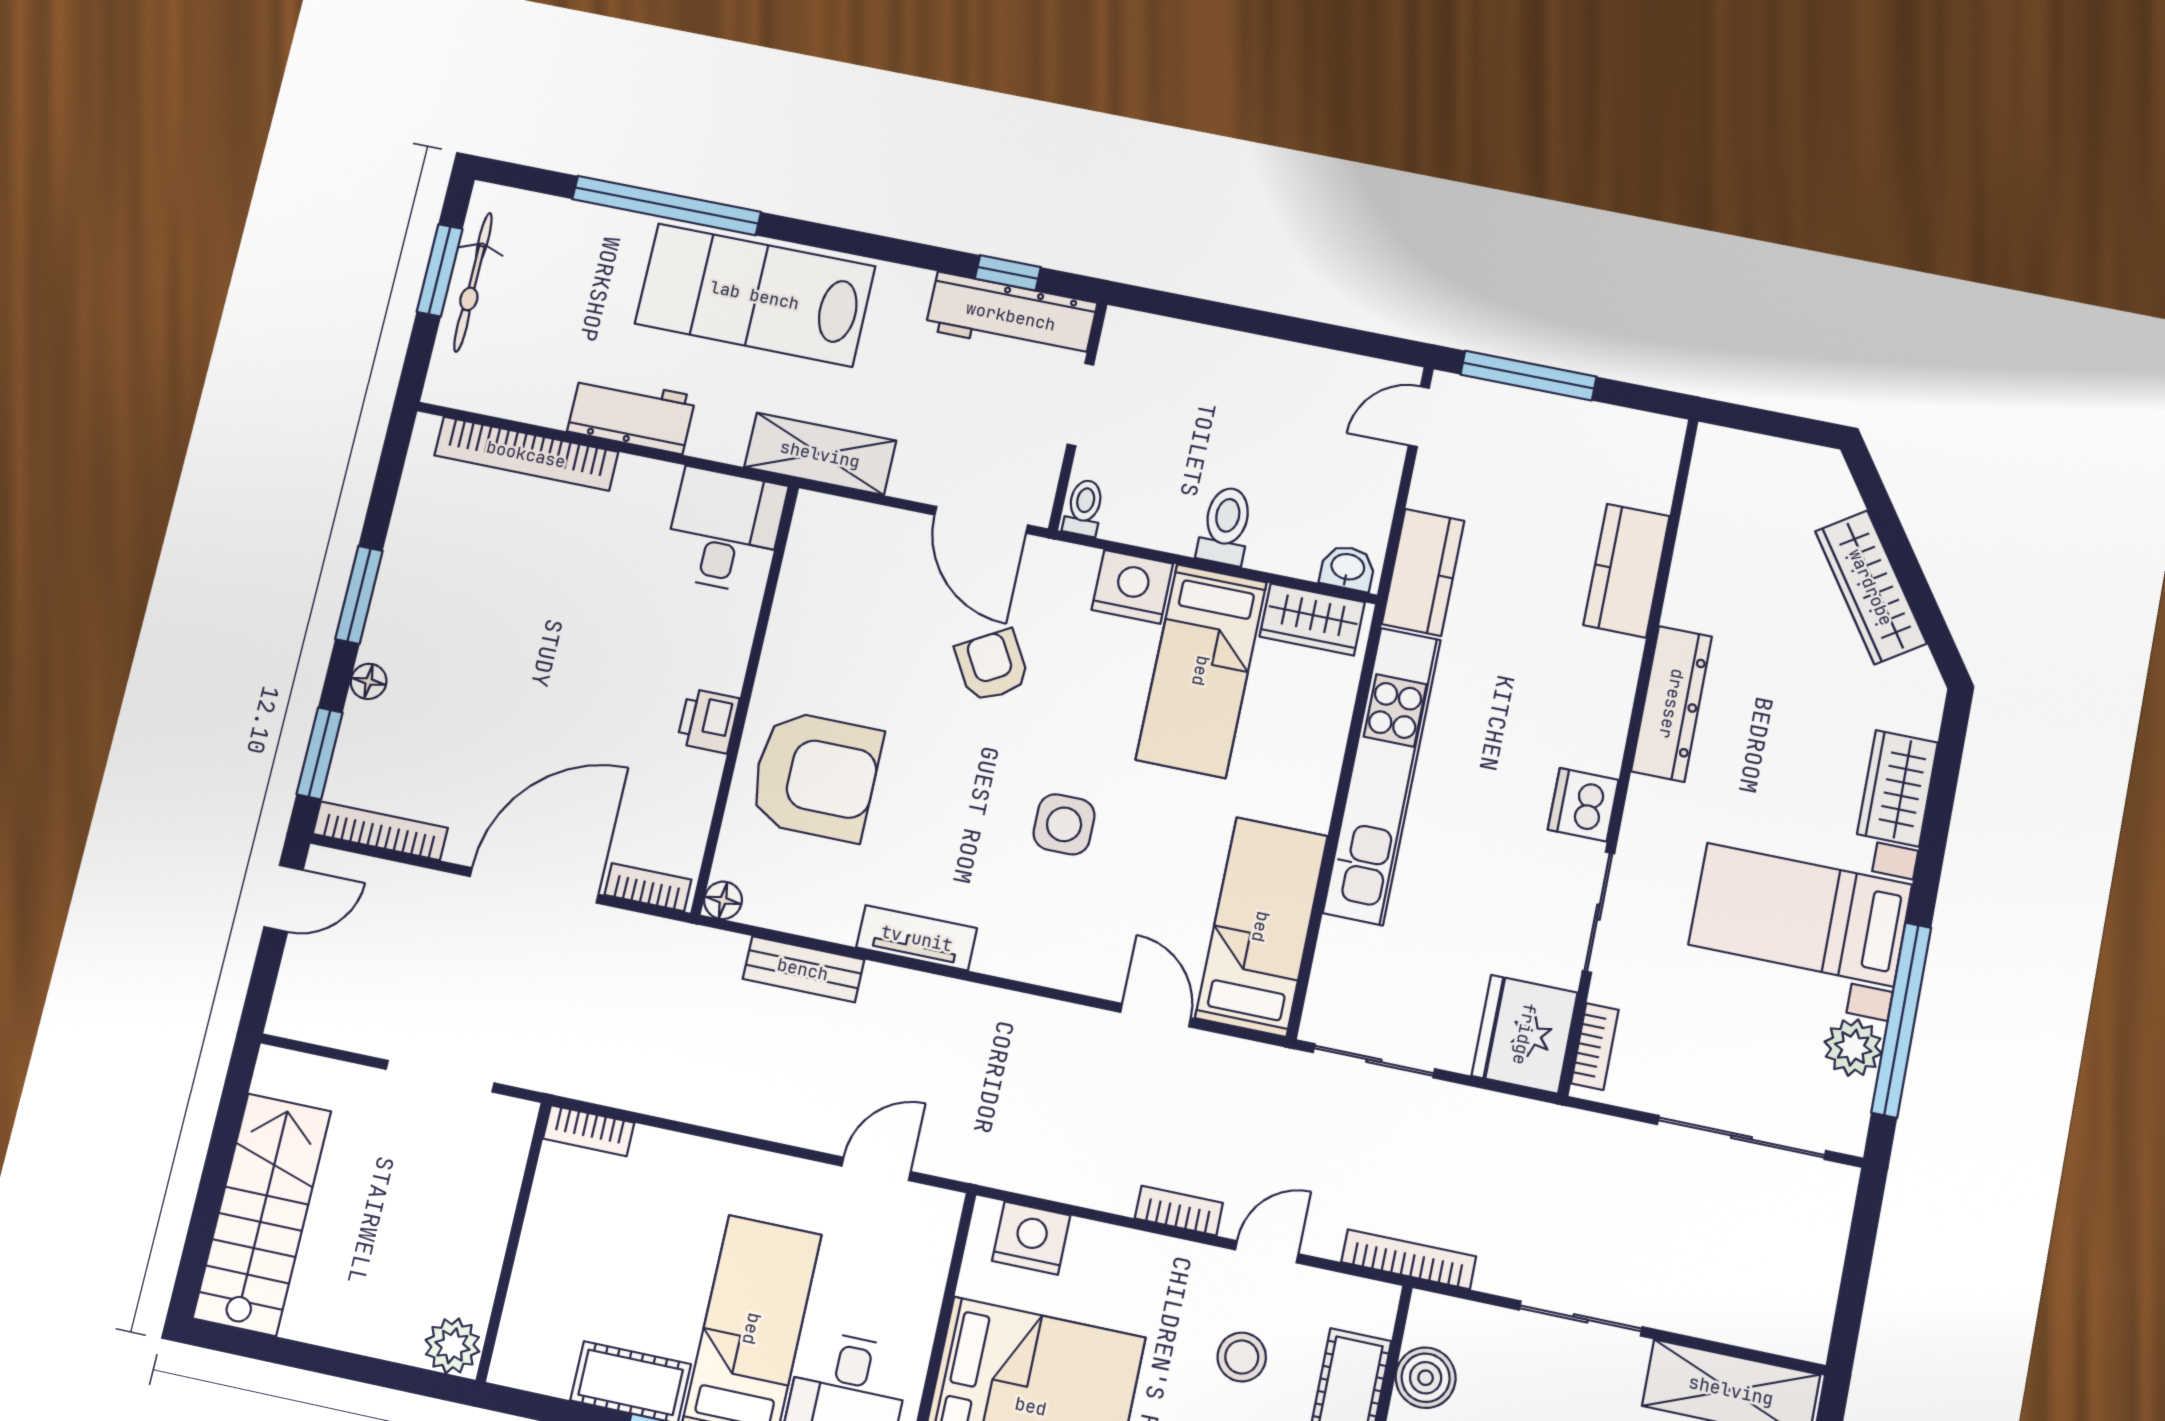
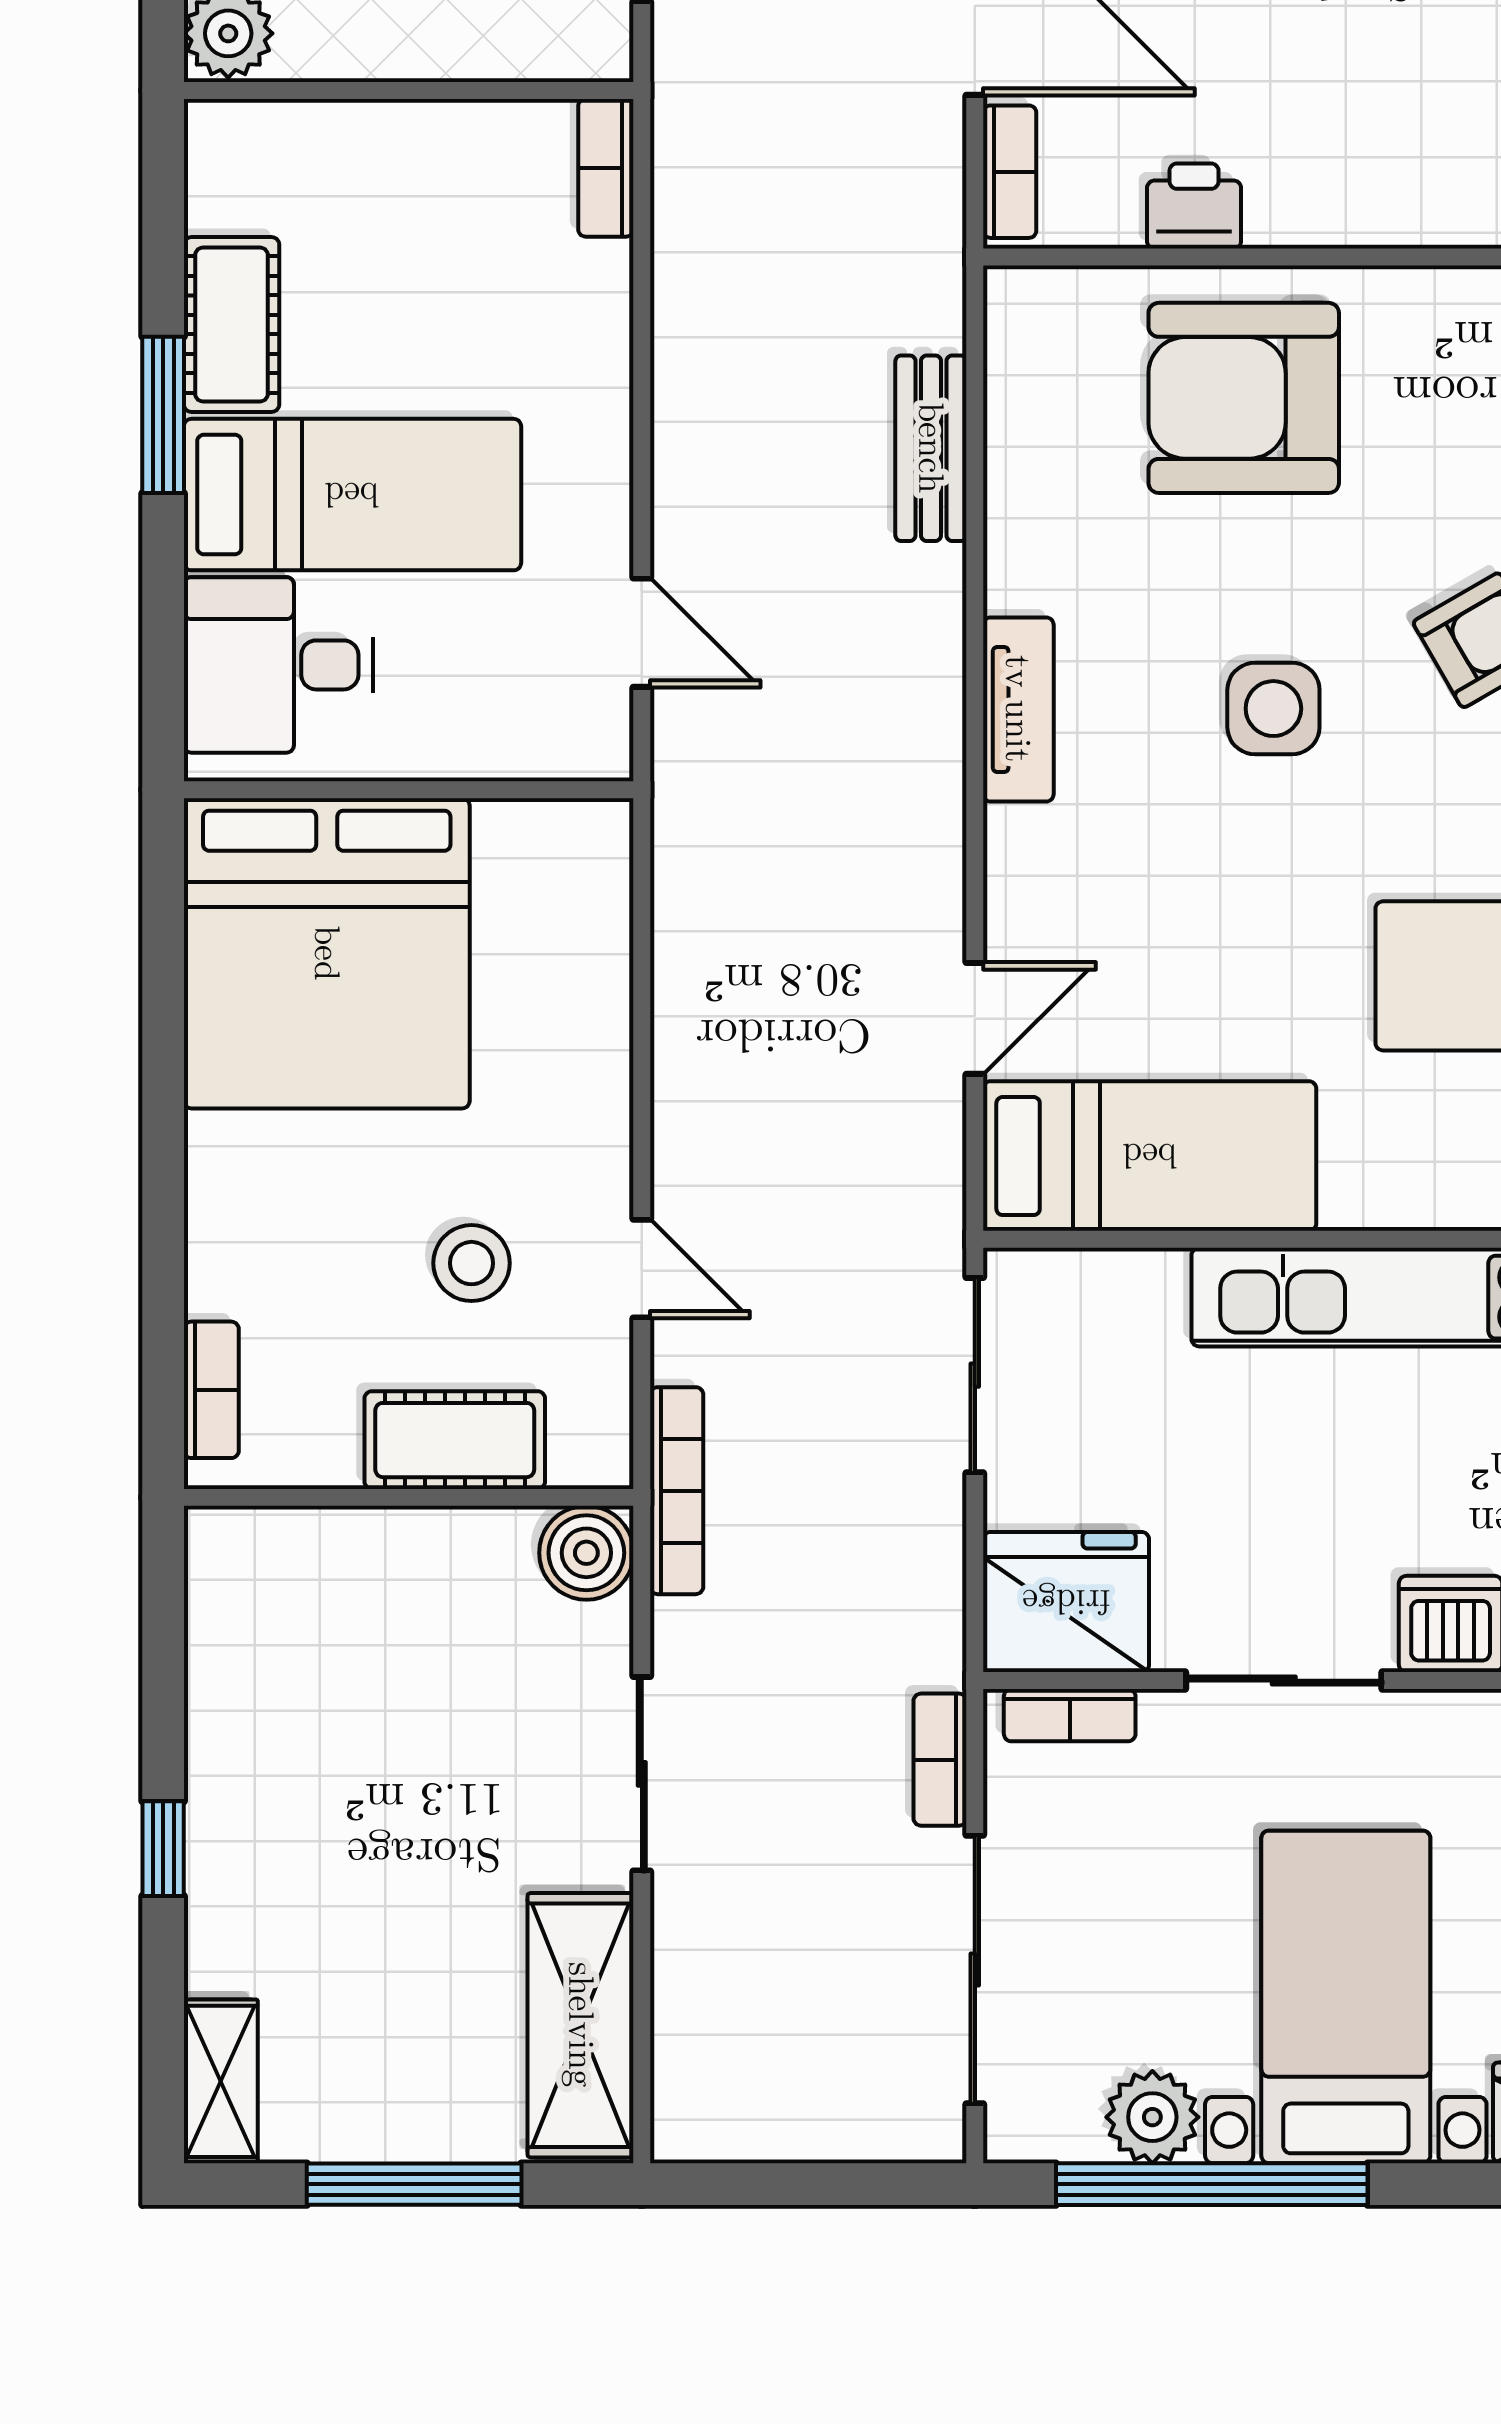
printer: (708, 721) -> (1194, 206), moved
armchair: (816, 776) -> (1244, 398), turned 90
side table: (1064, 824) -> (1273, 709), moved
floor lamp: (723, 900) -> (1014, 296), removed
tv unit: (917, 938) -> (1018, 709), moved
bookcase: (1179, 1211) -> (940, 1760), moved, turned 180
nightstand: (1031, 1238) -> (585, 898), removed
boiler: (1426, 1378) -> (586, 1553), moved

